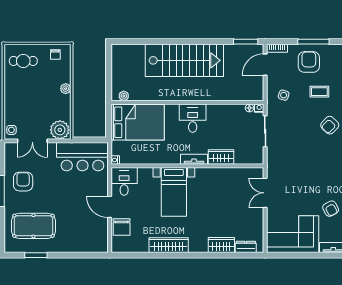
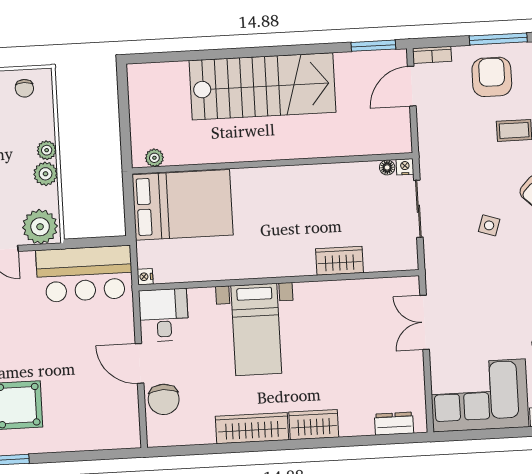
side table: (284, 95) -> (489, 225), moved
plant: (64, 101) -> (46, 174), added
desk: (193, 118) -> (284, 192), removed
tv unit: (194, 159) -> (290, 267), removed
wardrobe: (221, 245) -> (314, 425), moved

